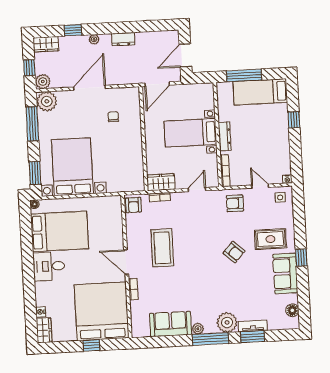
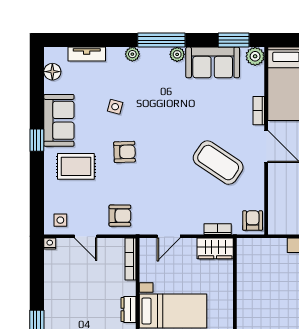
dresser: (225, 136) -> (129, 310), width x0.70
coffee table: (162, 248) -> (218, 163), turned -56
armchair: (234, 252) -> (124, 152), turned 136
side table: (243, 286) -> (115, 107), added
plant: (227, 322) -> (132, 54), width x0.53, depth x0.53
tv unit: (253, 326) -> (87, 54), moved
plant: (138, 330) -> (255, 56), added
window: (253, 337) -> (234, 40), moved

